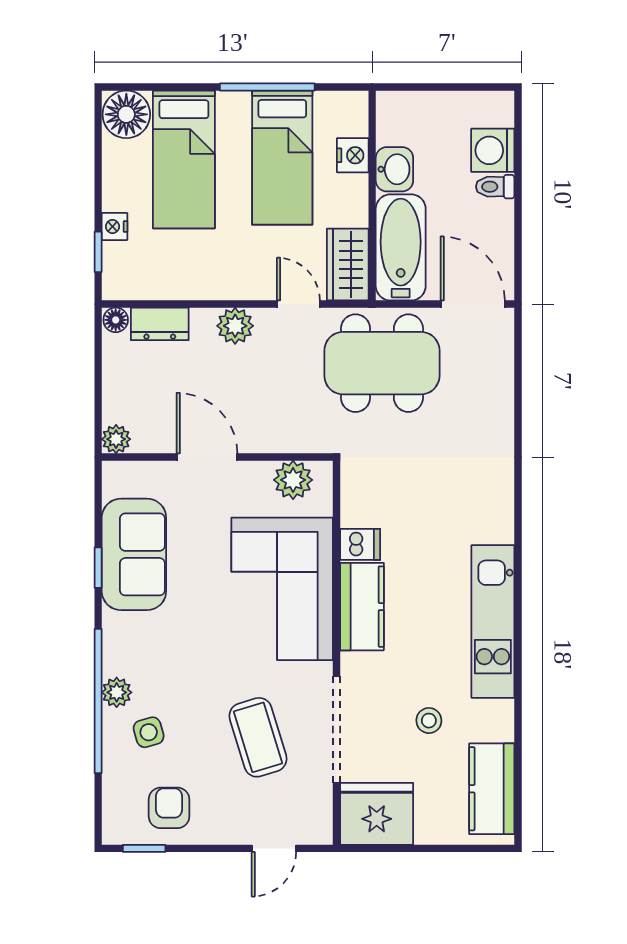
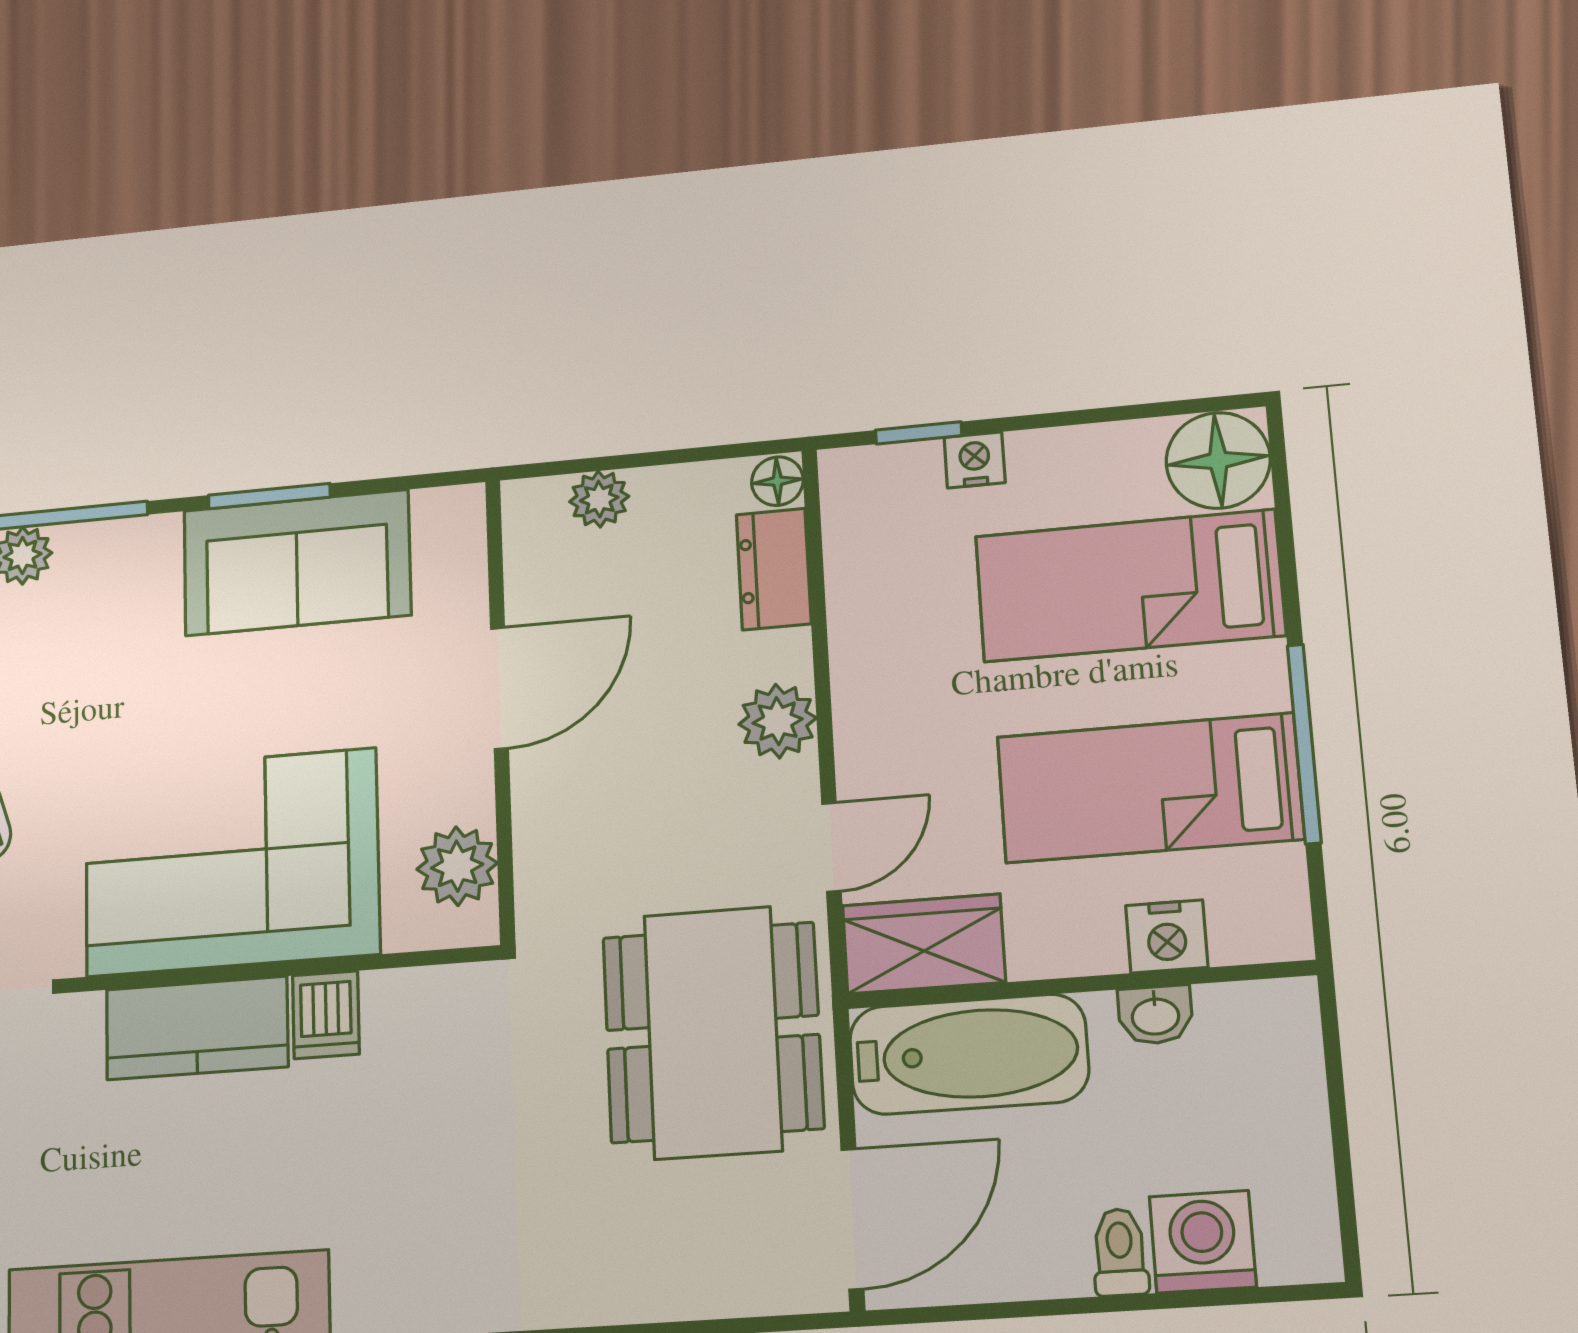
washbasin: (394, 169) -> (1155, 1015), width x0.72, depth x0.69
plant: (116, 439) -> (599, 499), moved
window: (98, 568) -> (269, 496), width x1.50

